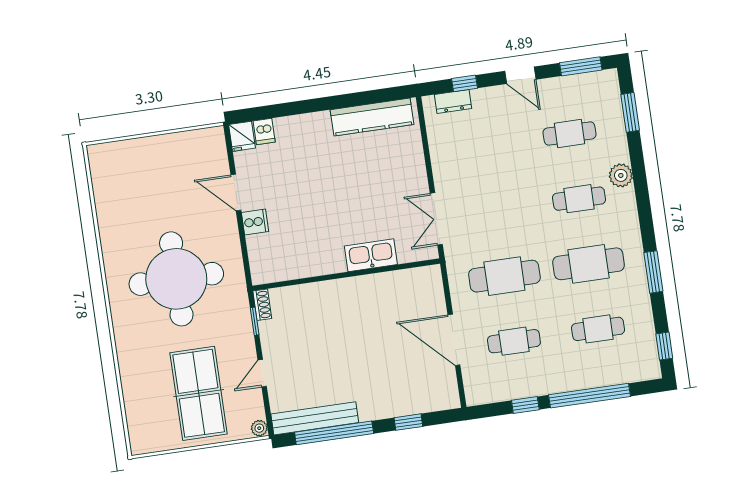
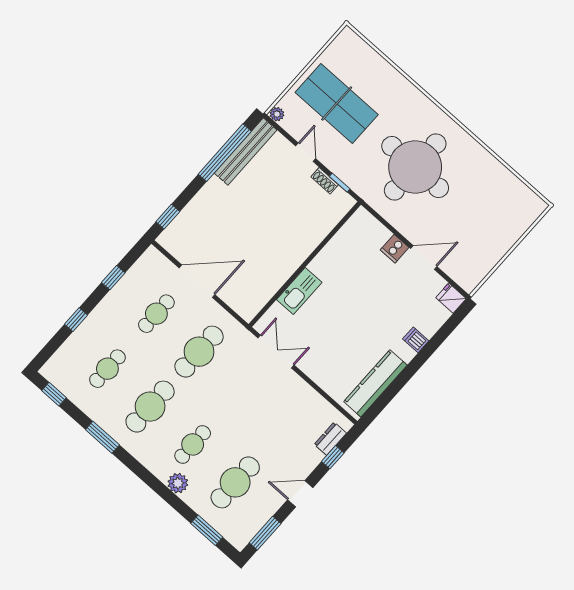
dishwasher: (264, 131) -> (416, 340), moved
cafe table: (570, 133) -> (235, 482), width x1.37, depth x1.35
shoe rack: (262, 305) -> (325, 181), moved
window: (589, 396) -> (76, 320), width x0.32
window: (408, 422) -> (168, 217), moved

